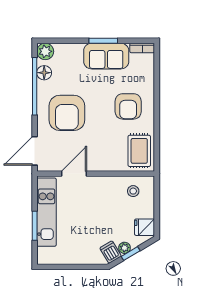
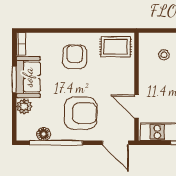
plant: (45, 51) -> (24, 106), moved
armchair: (128, 106) -> (75, 57), turned -90
stool: (133, 191) -> (164, 55), moved

